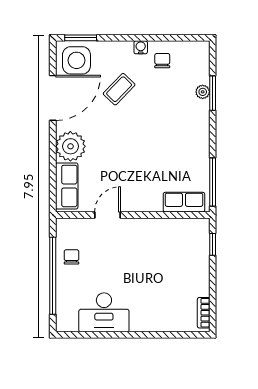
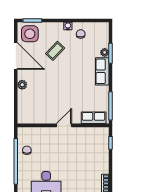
door: (53, 98) -> (16, 56), hinge flipped
plant: (70, 146) -> (22, 85), width x0.53, depth x0.53
row of seats: (67, 186) -> (102, 71), moved, turned 180
door: (107, 215) -> (64, 125), moved

